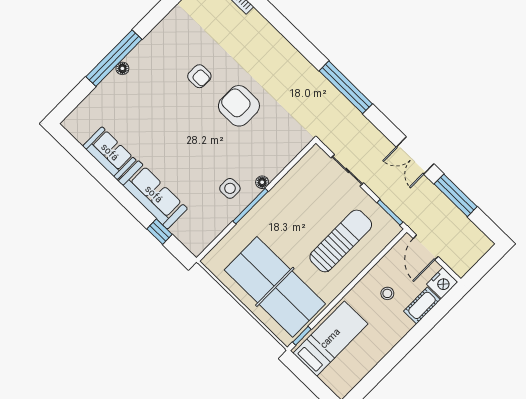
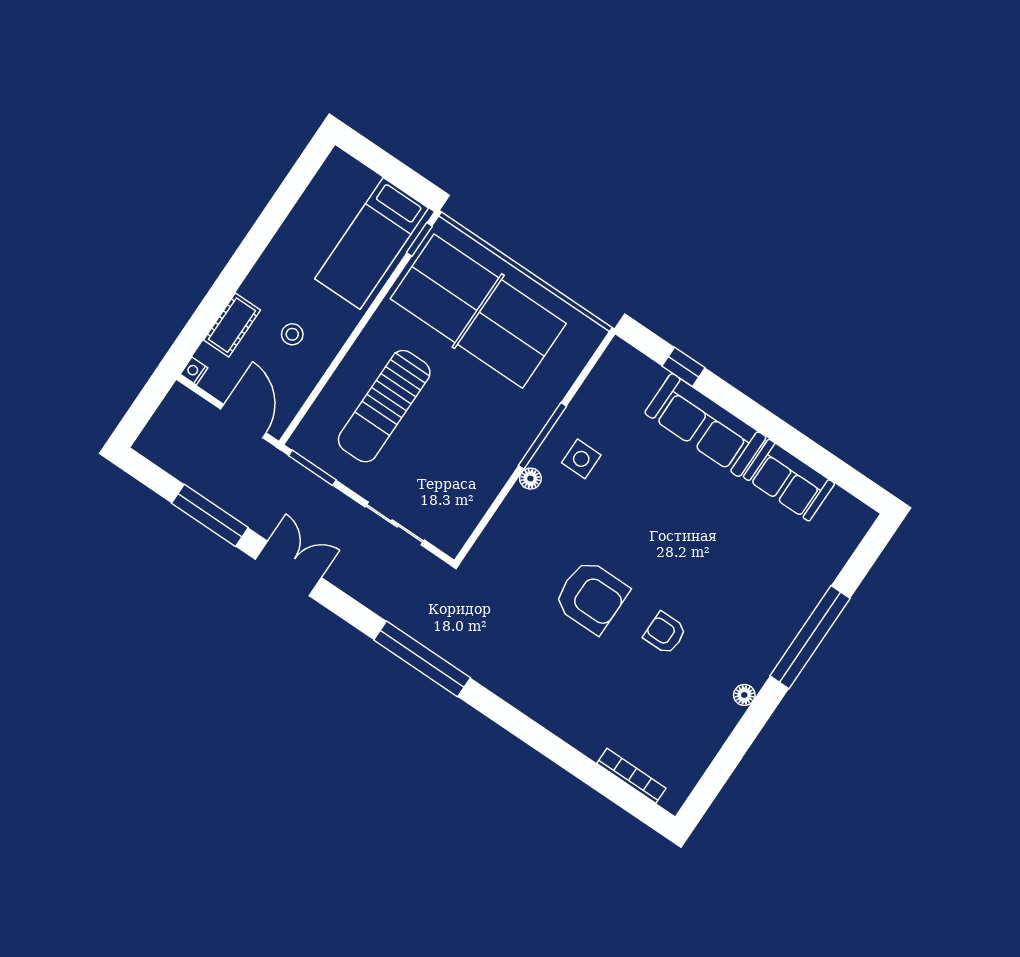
floor lamp: (122, 68) -> (744, 695), moved
nightstand: (442, 283) -> (194, 371), width x0.53, depth x0.56

